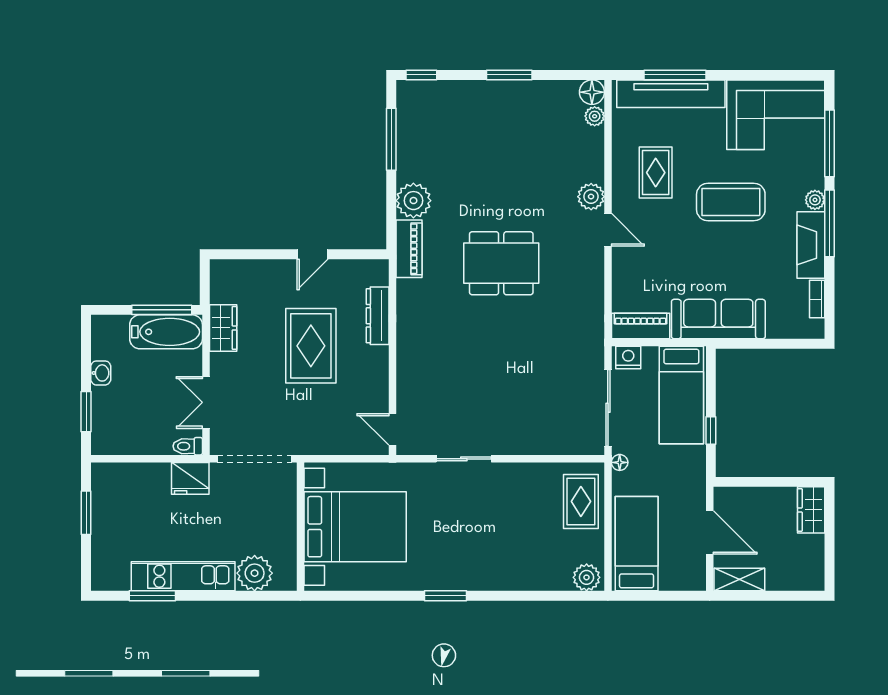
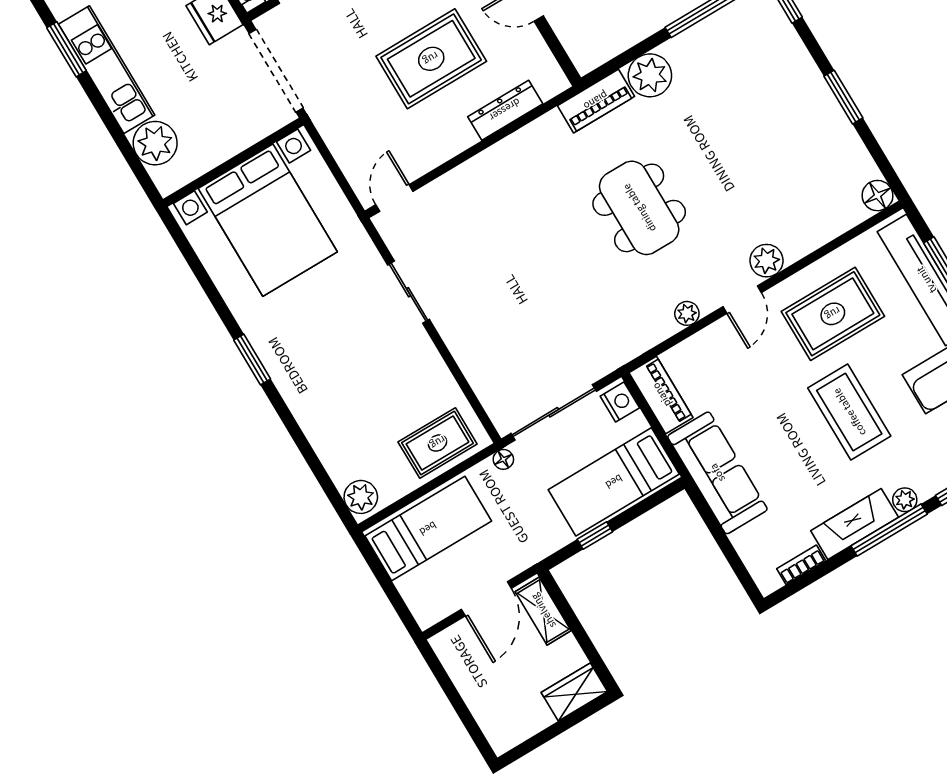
plant: (595, 116) -> (687, 313), moved
rug: (656, 173) -> (833, 314), width x1.36, depth x1.43
shelving: (739, 579) -> (543, 611), moved

